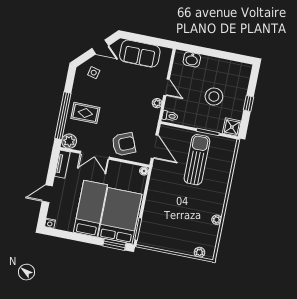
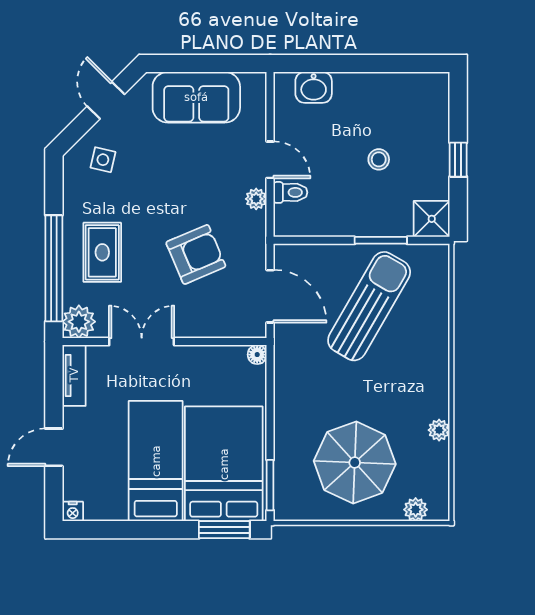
door: (100, 47) -> (106, 100), swing flipped
stool: (214, 97) -> (379, 159), width x0.53, depth x0.53
rug: (85, 113) -> (102, 252), turned 90
toilet: (170, 116) -> (290, 192), moved
armchair: (124, 144) -> (196, 254), moved
double door: (95, 155) -> (142, 342), swing flipped
sun lounger: (197, 160) -> (369, 306), turned 30
parasol: (177, 227) -> (355, 462), added

